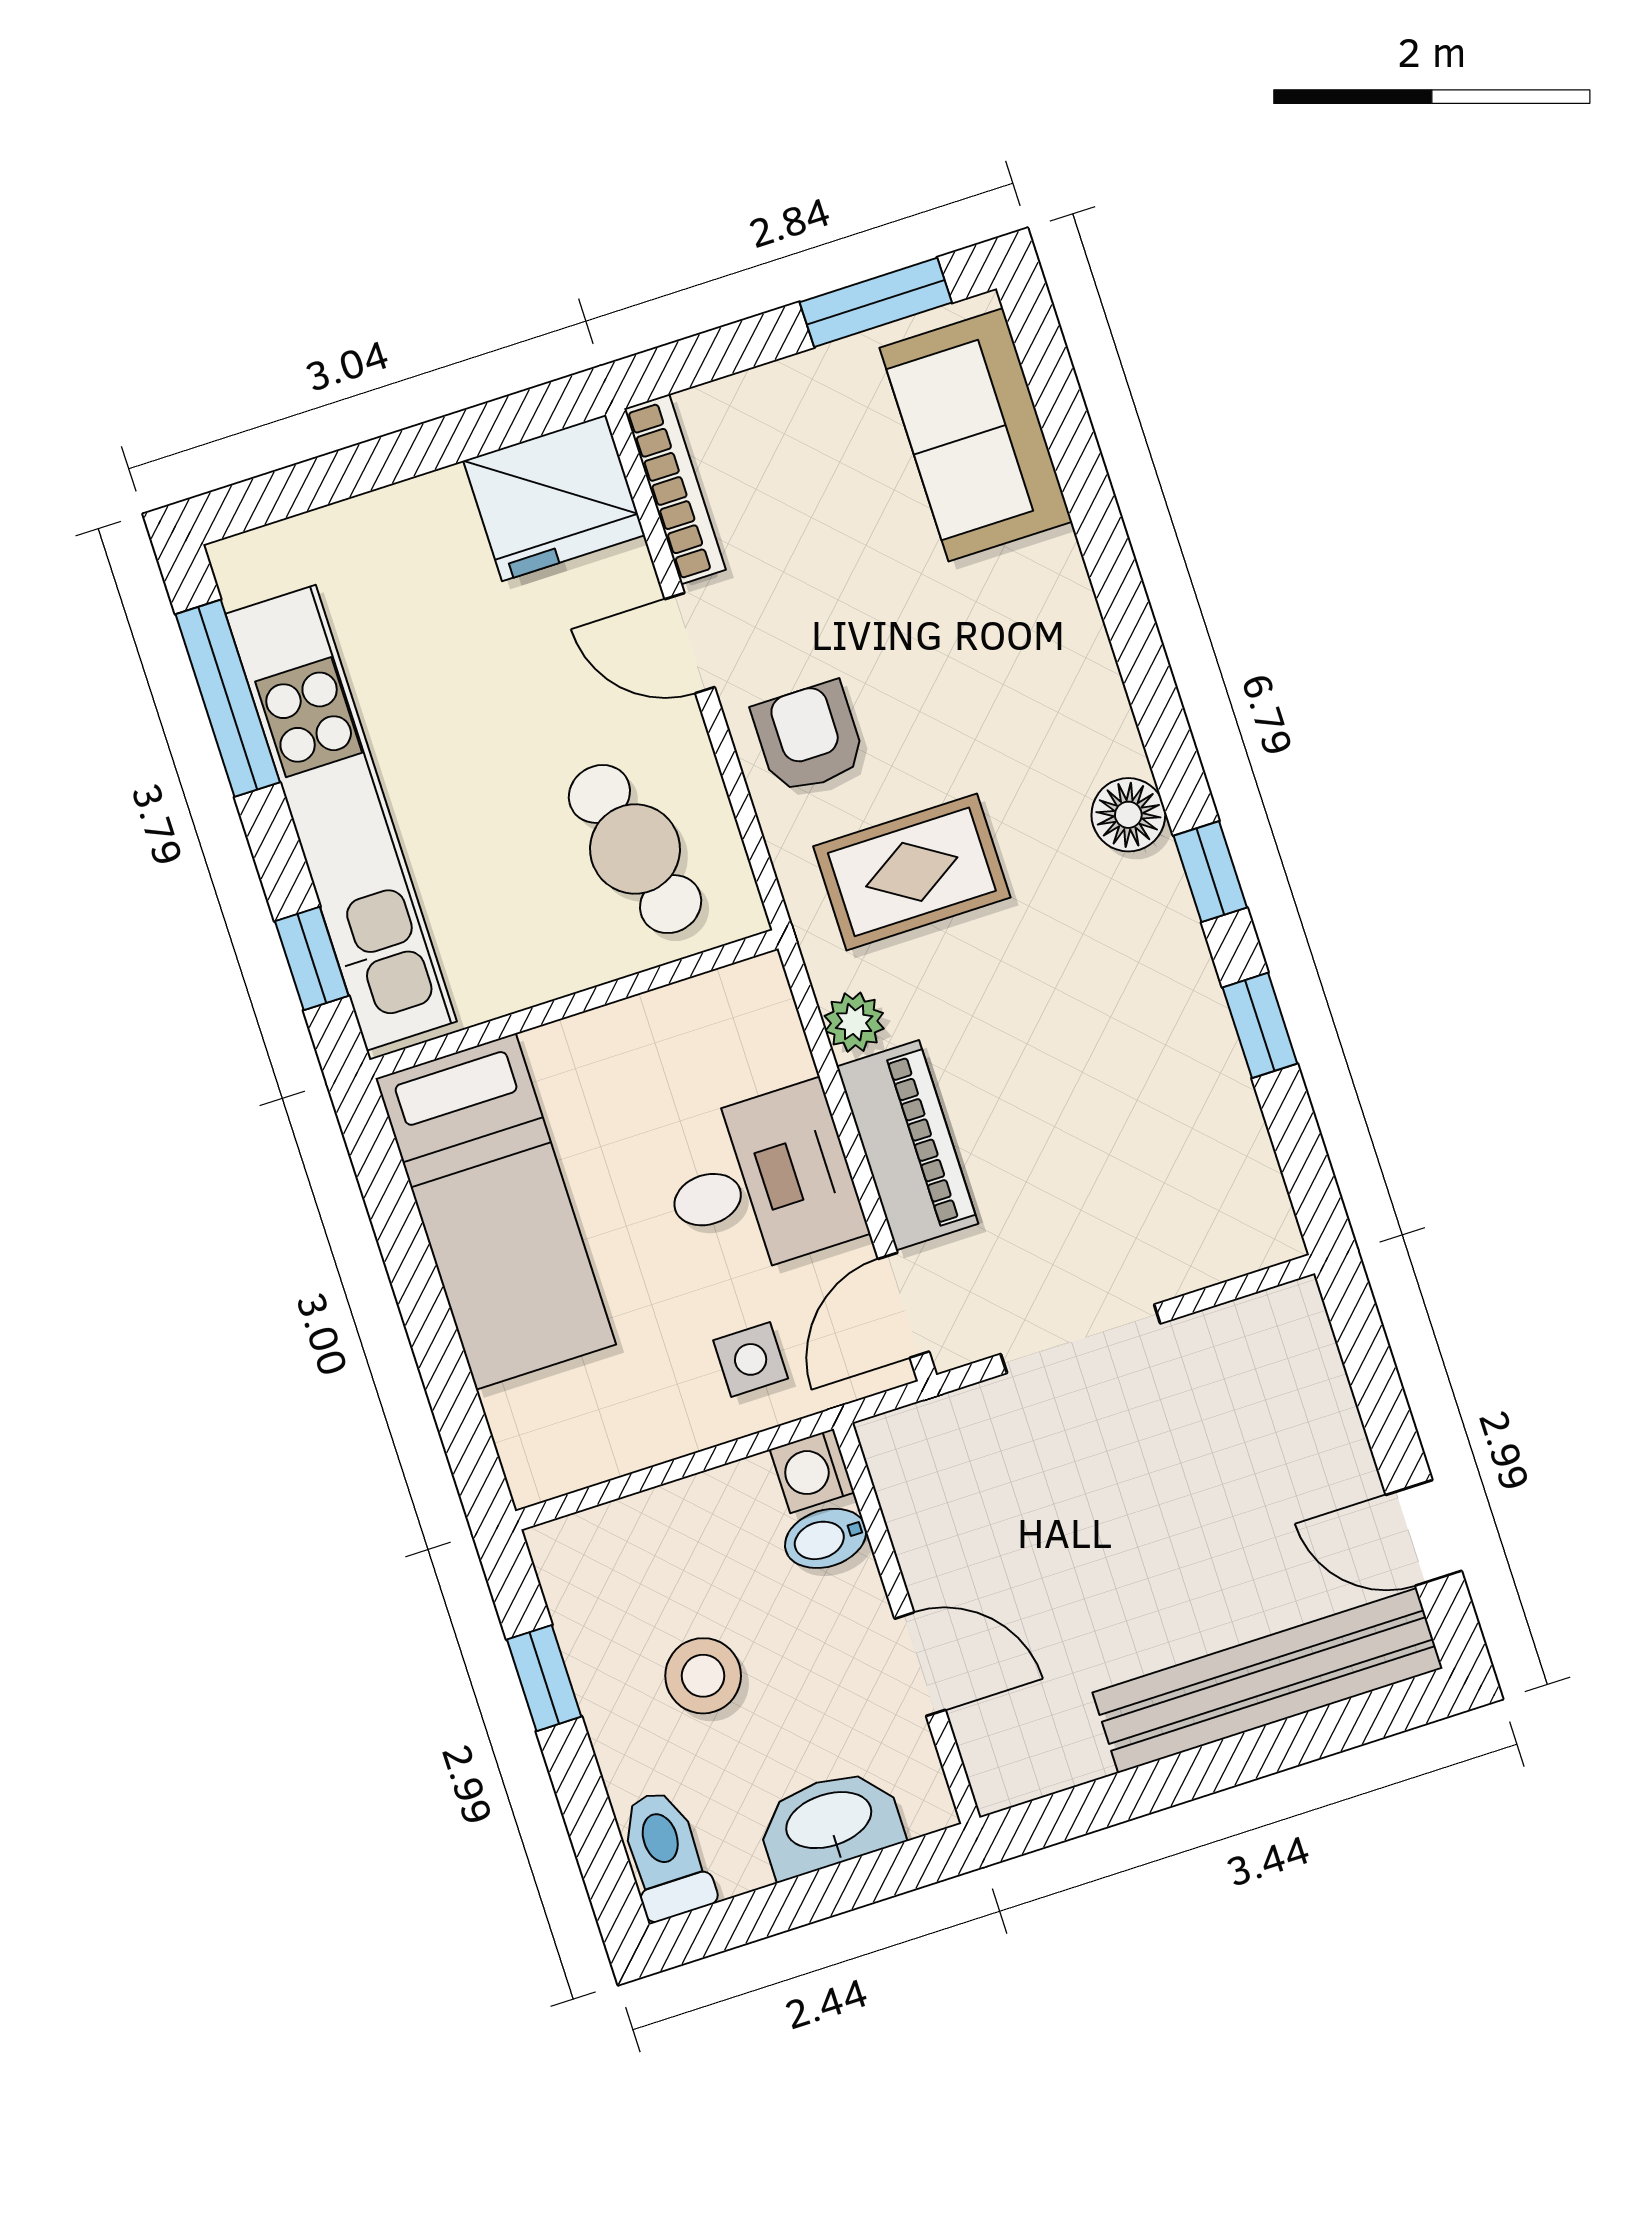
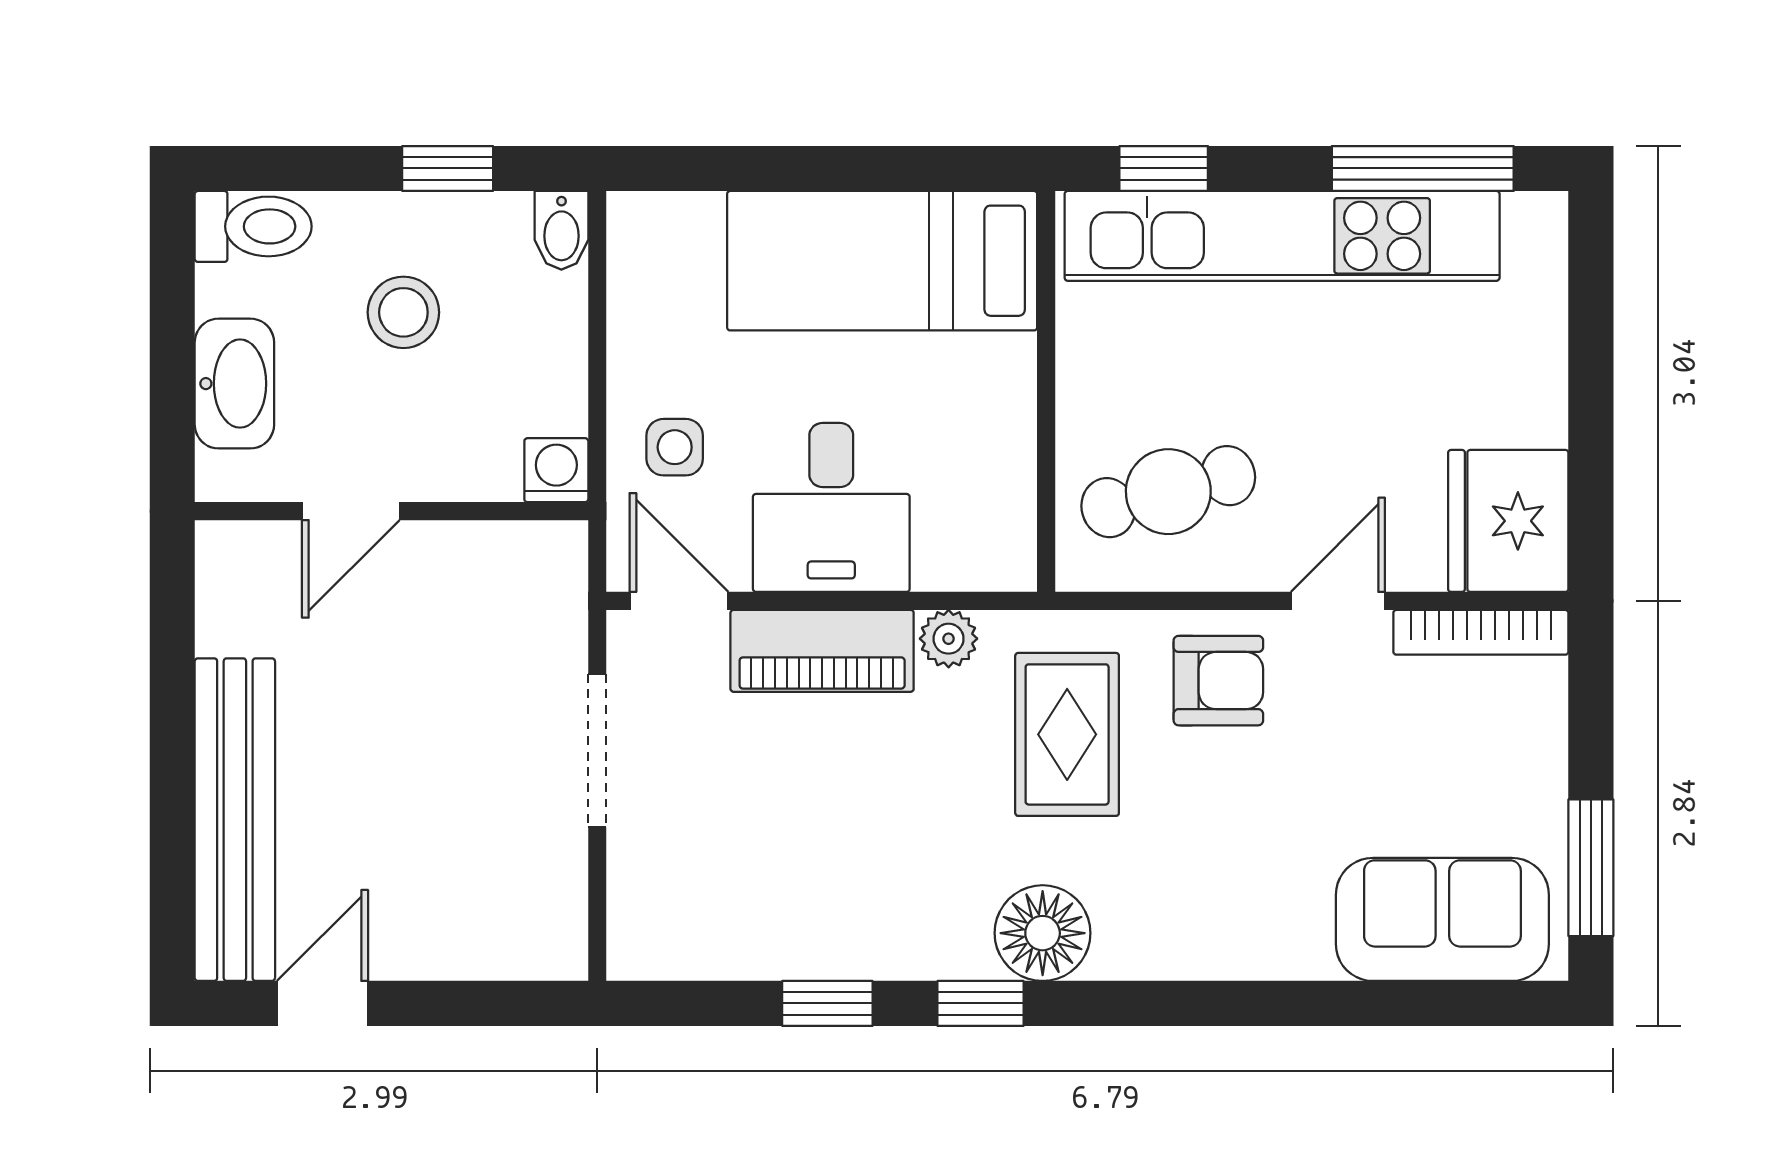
floor lamp: (1128, 815) -> (1043, 933), width x1.38, depth x1.38
bidet: (826, 1538) -> (561, 230), moved, turned 180

